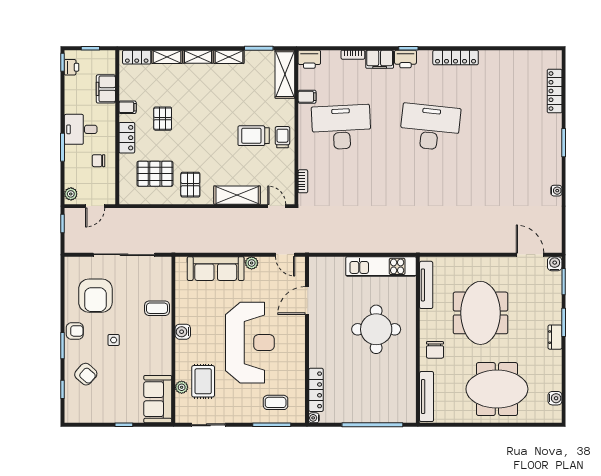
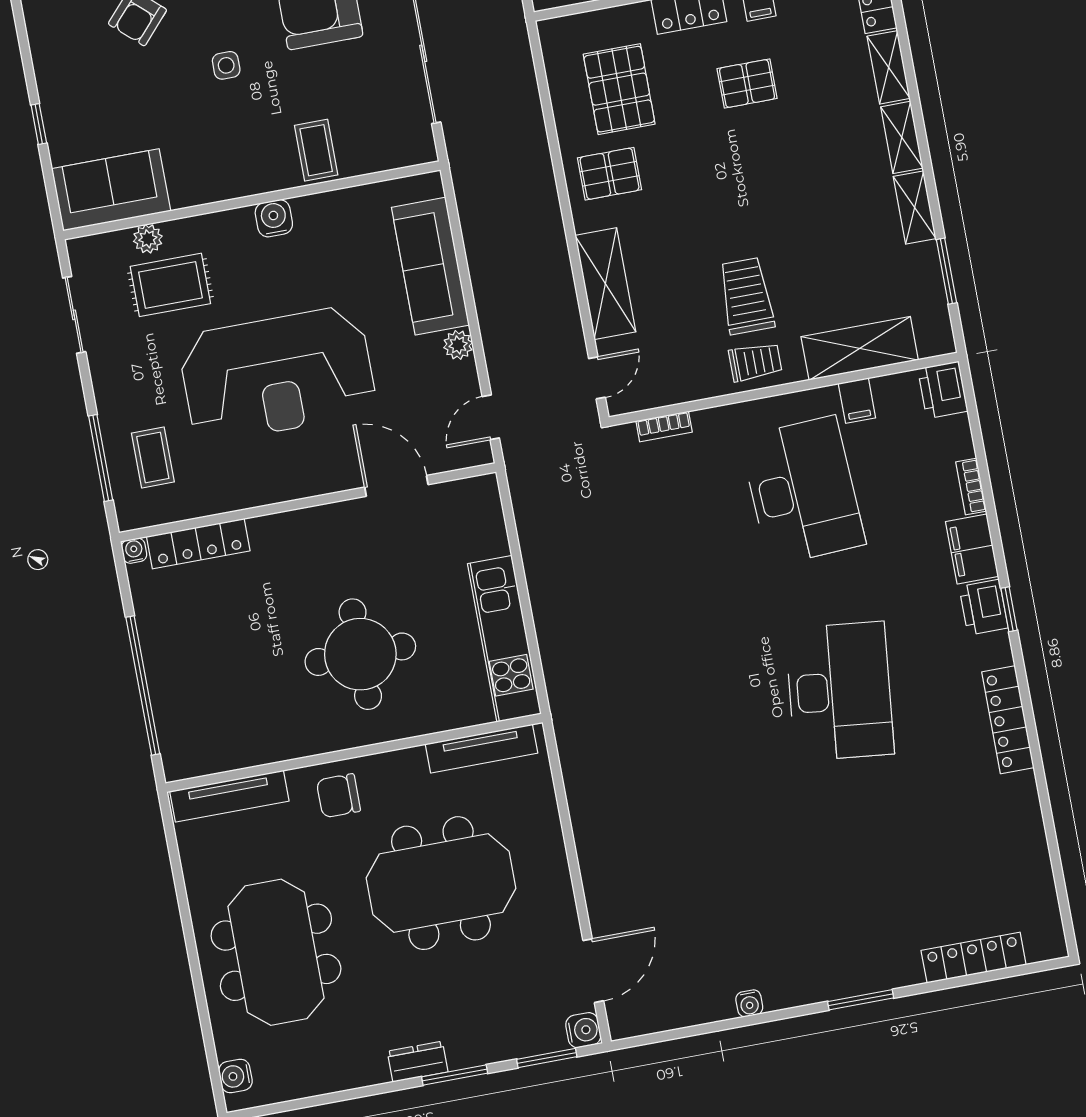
shelving: (285, 74) -> (860, 348), moved
water cooler: (555, 398) -> (235, 1076), moved, turned 90

